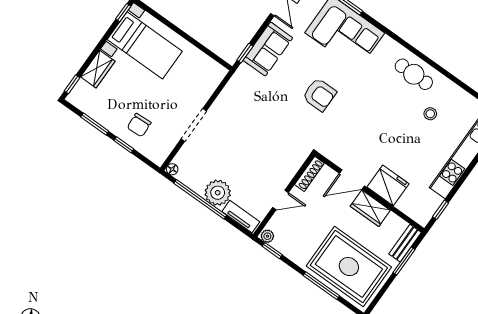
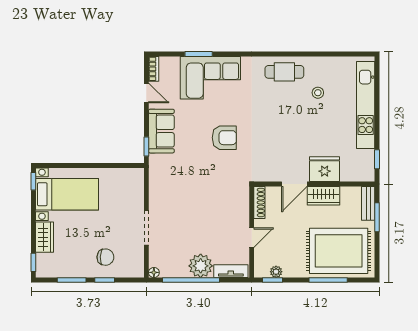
chair: (139, 125) -> (105, 257), turned -84
plant: (267, 236) -> (276, 272), moved

